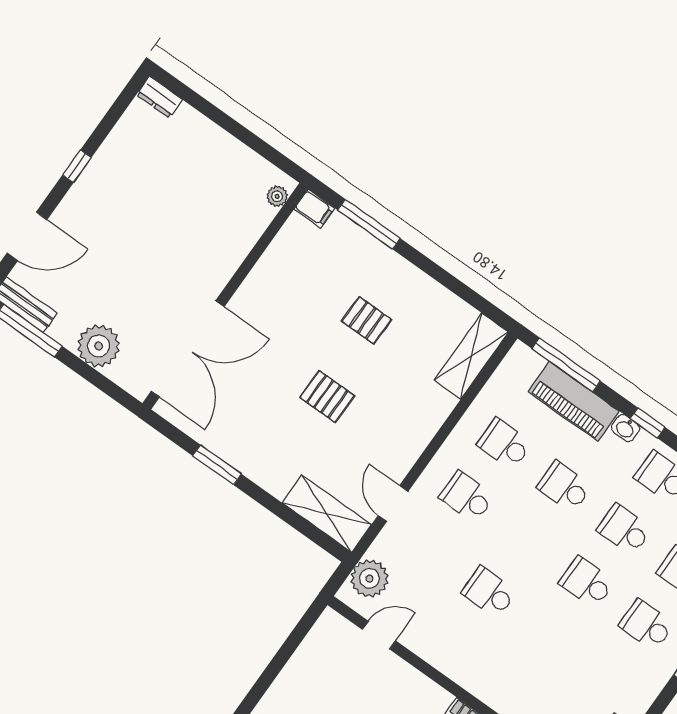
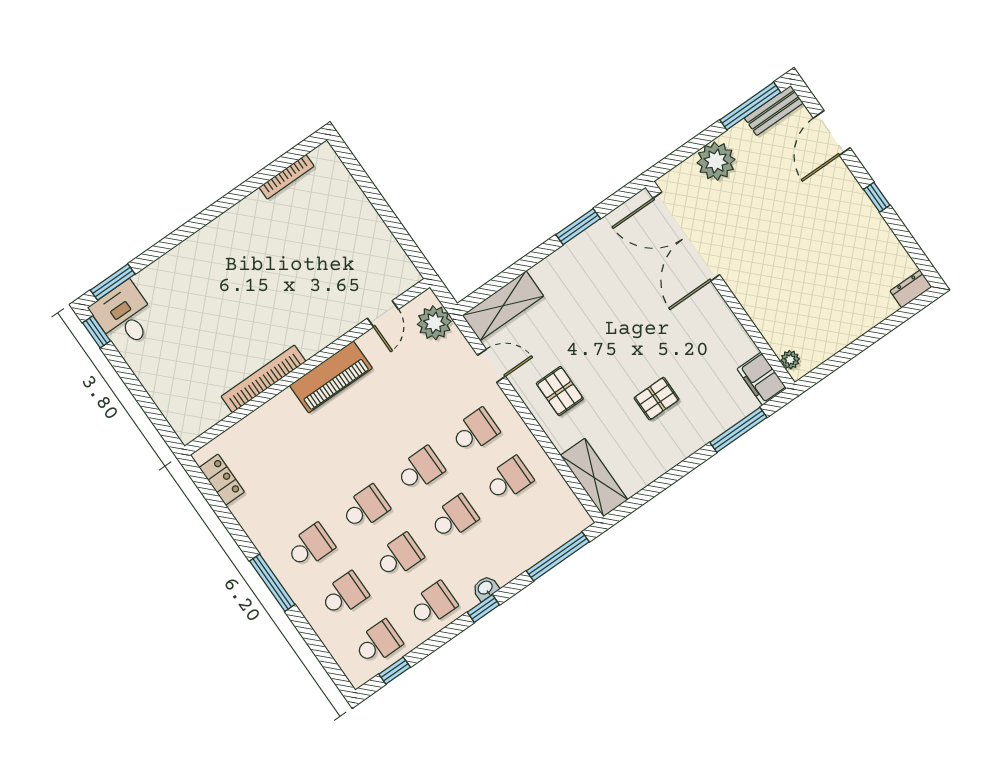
filing cabinet: (314, 209) -> (762, 379), width x2.00
pallet: (327, 397) -> (560, 391), moved, turned 90
piano: (574, 401) -> (331, 377), moved, turned 180
school desk: (489, 592) -> (420, 469), moved

